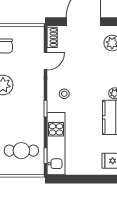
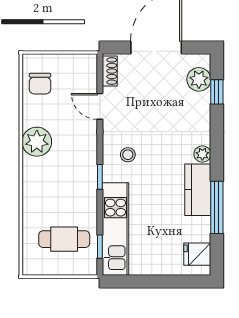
door: (45, 61) -> (100, 106), swing flipped

